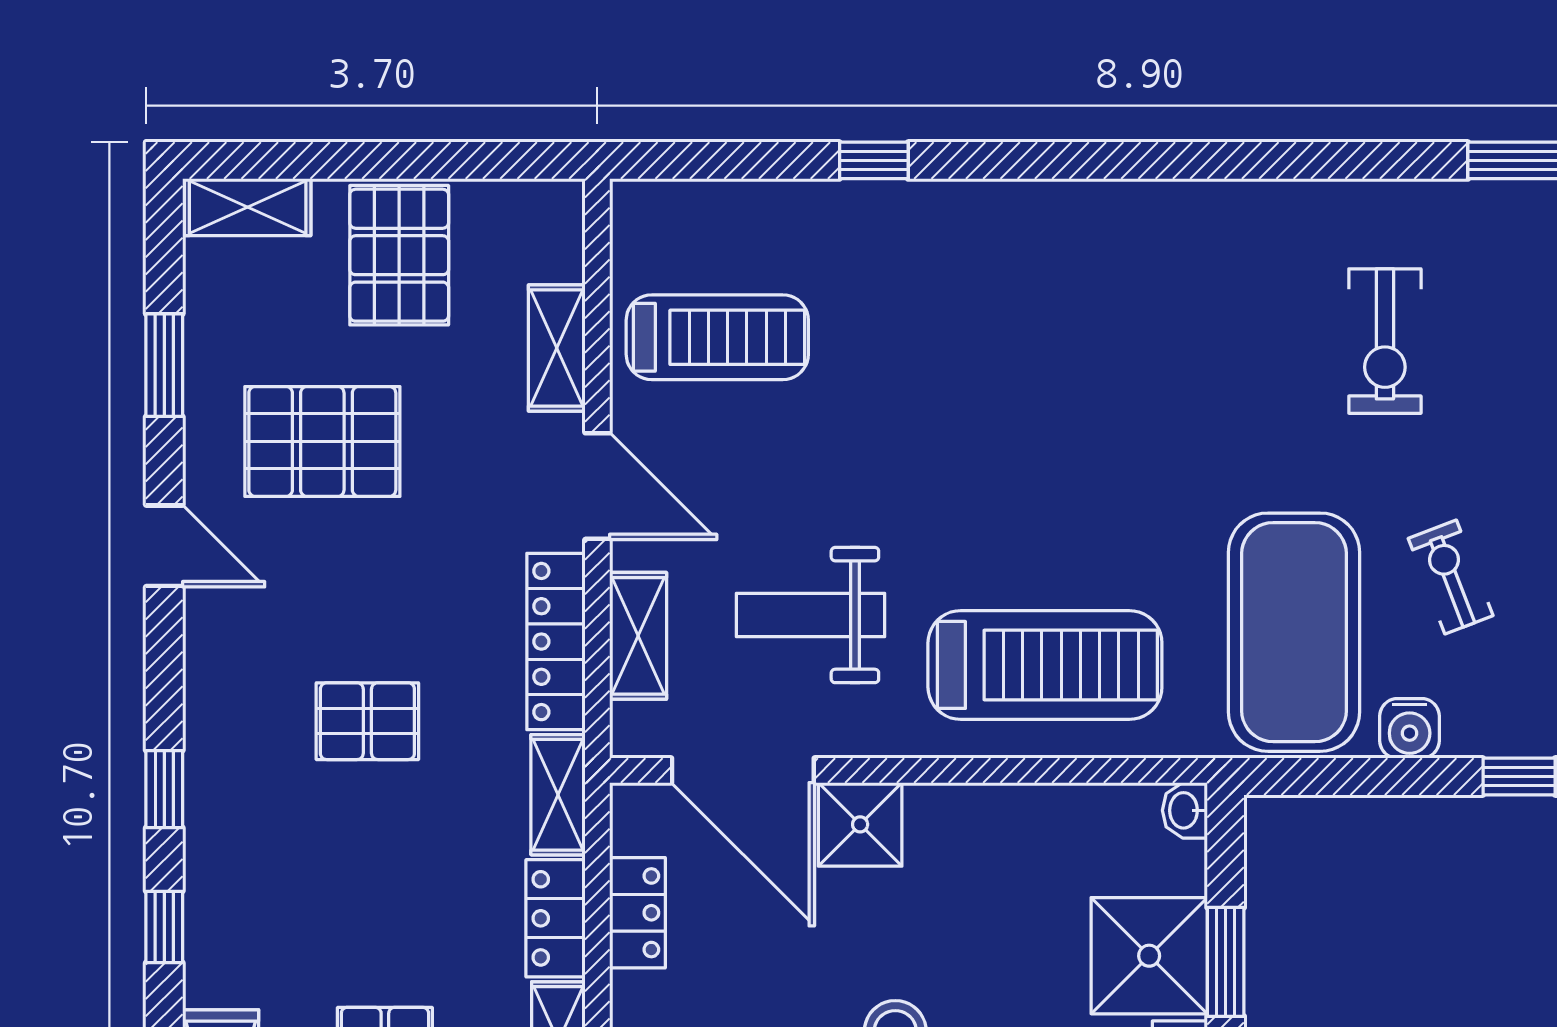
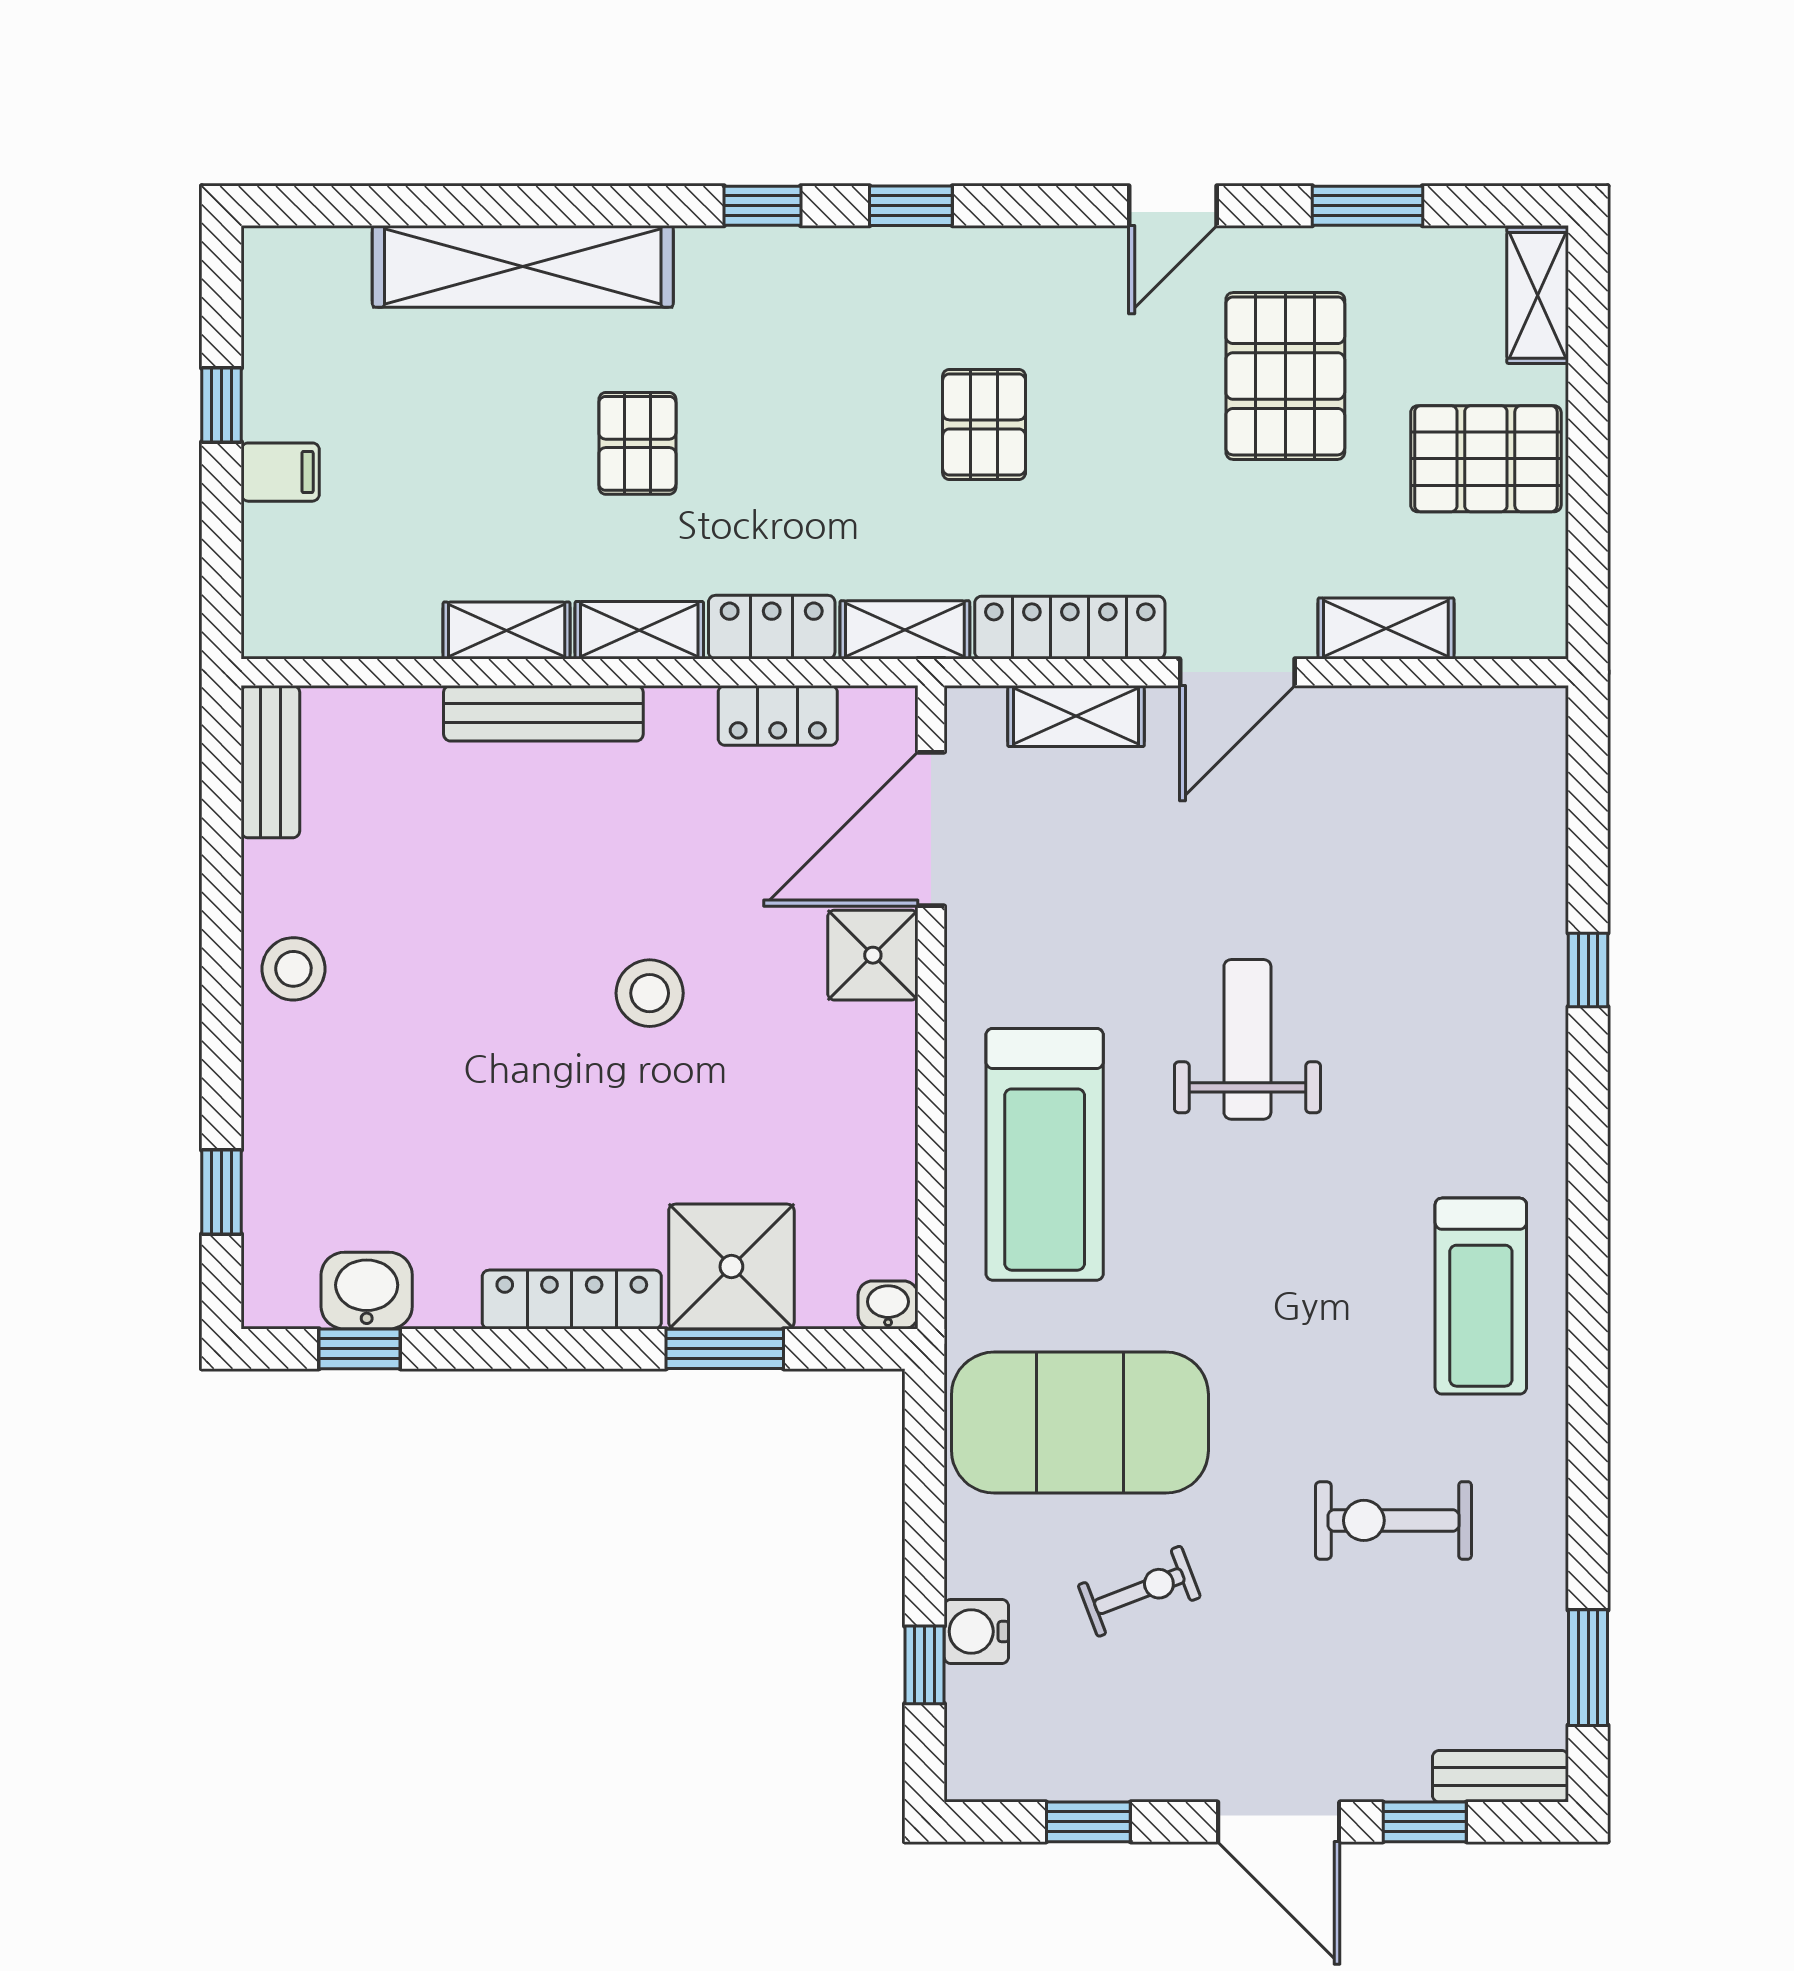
treadmill: (717, 337) -> (1481, 1296), moved
weight bench: (810, 615) -> (1247, 1039), moved
water cooler: (1410, 728) -> (976, 1631), moved

